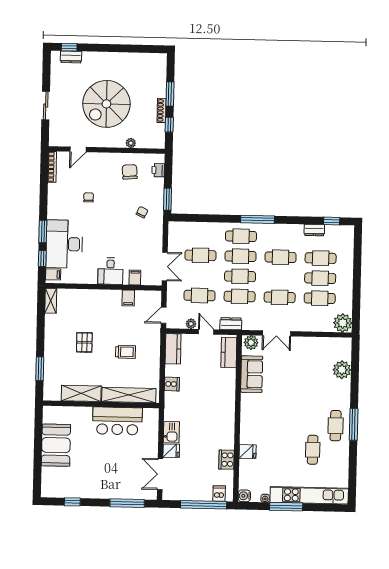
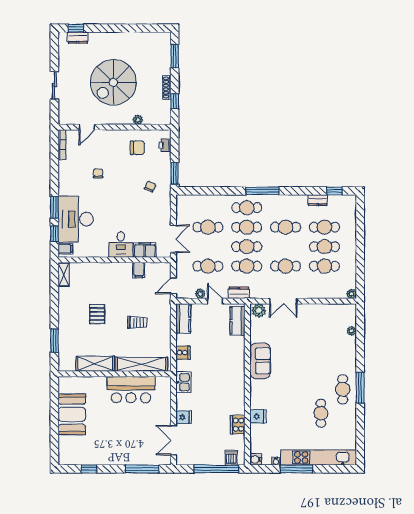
window: (170, 94) -> (175, 56), moved
chair: (130, 172) -> (137, 148), turned 94
filing cabinet: (135, 277) -> (145, 250), width x2.00
plant: (343, 323) -> (351, 294), width x0.53, depth x0.53
plant: (342, 370) -> (352, 331), width x0.53, depth x0.53
sofa: (252, 374) -> (260, 361), moved
kitchen sink: (171, 432) -> (183, 382), moved

